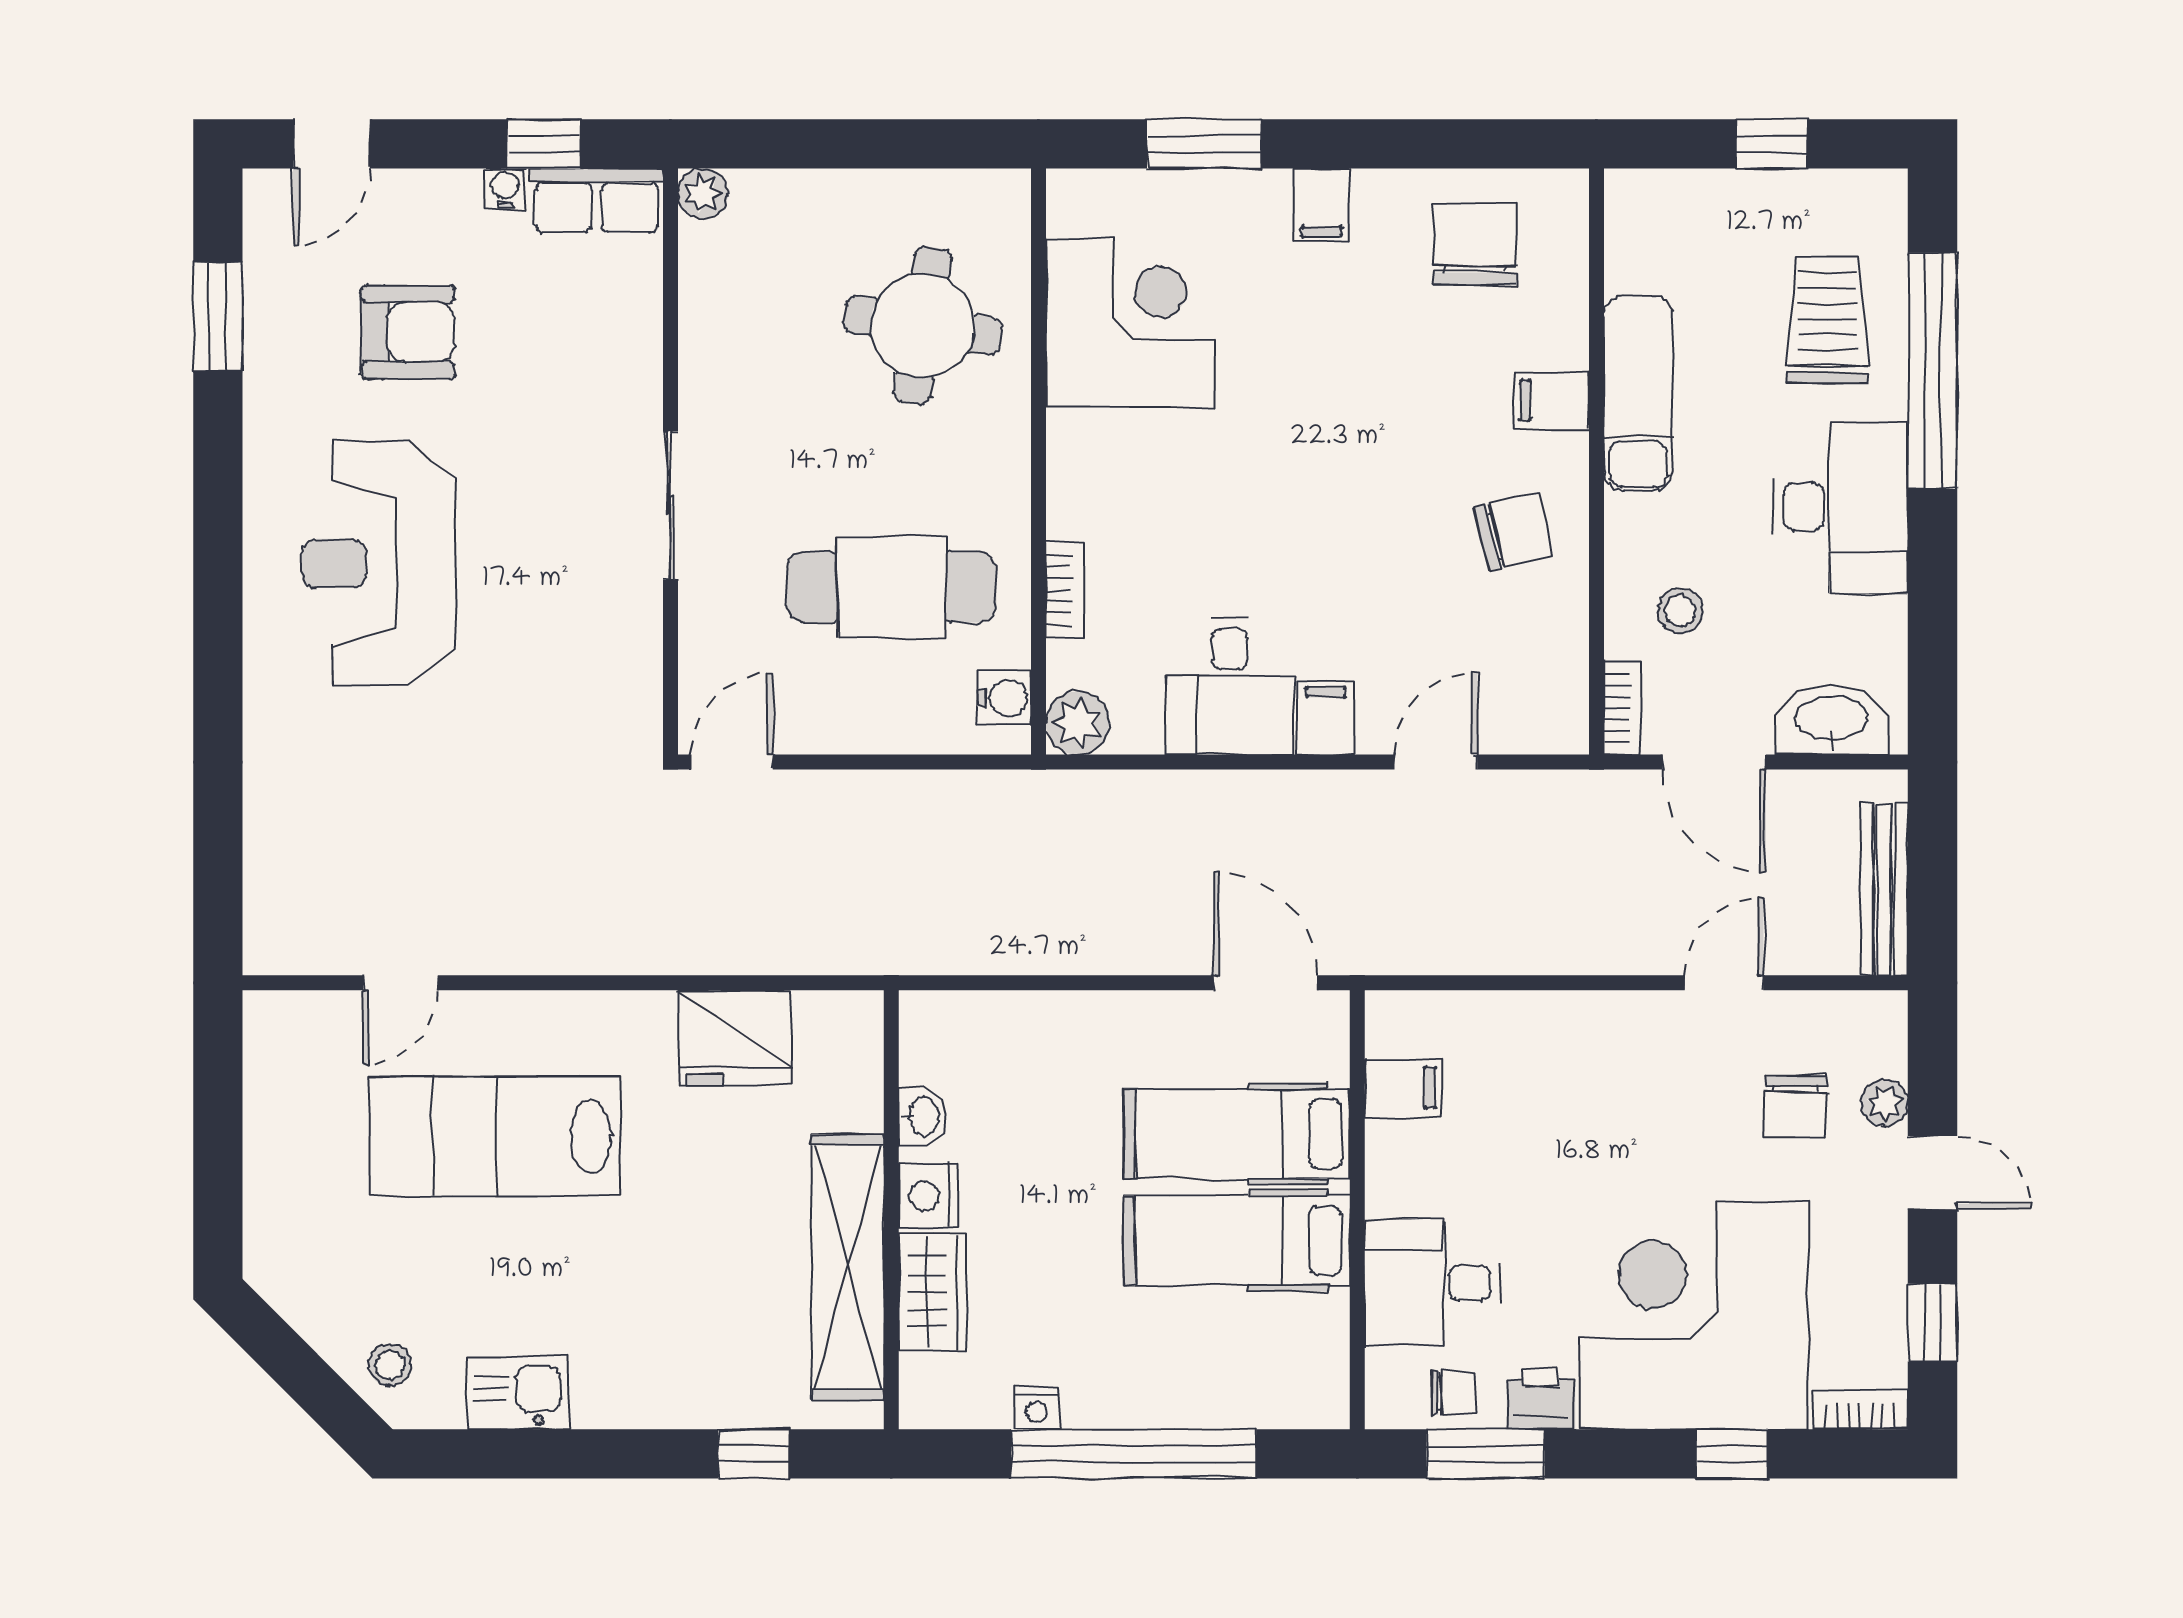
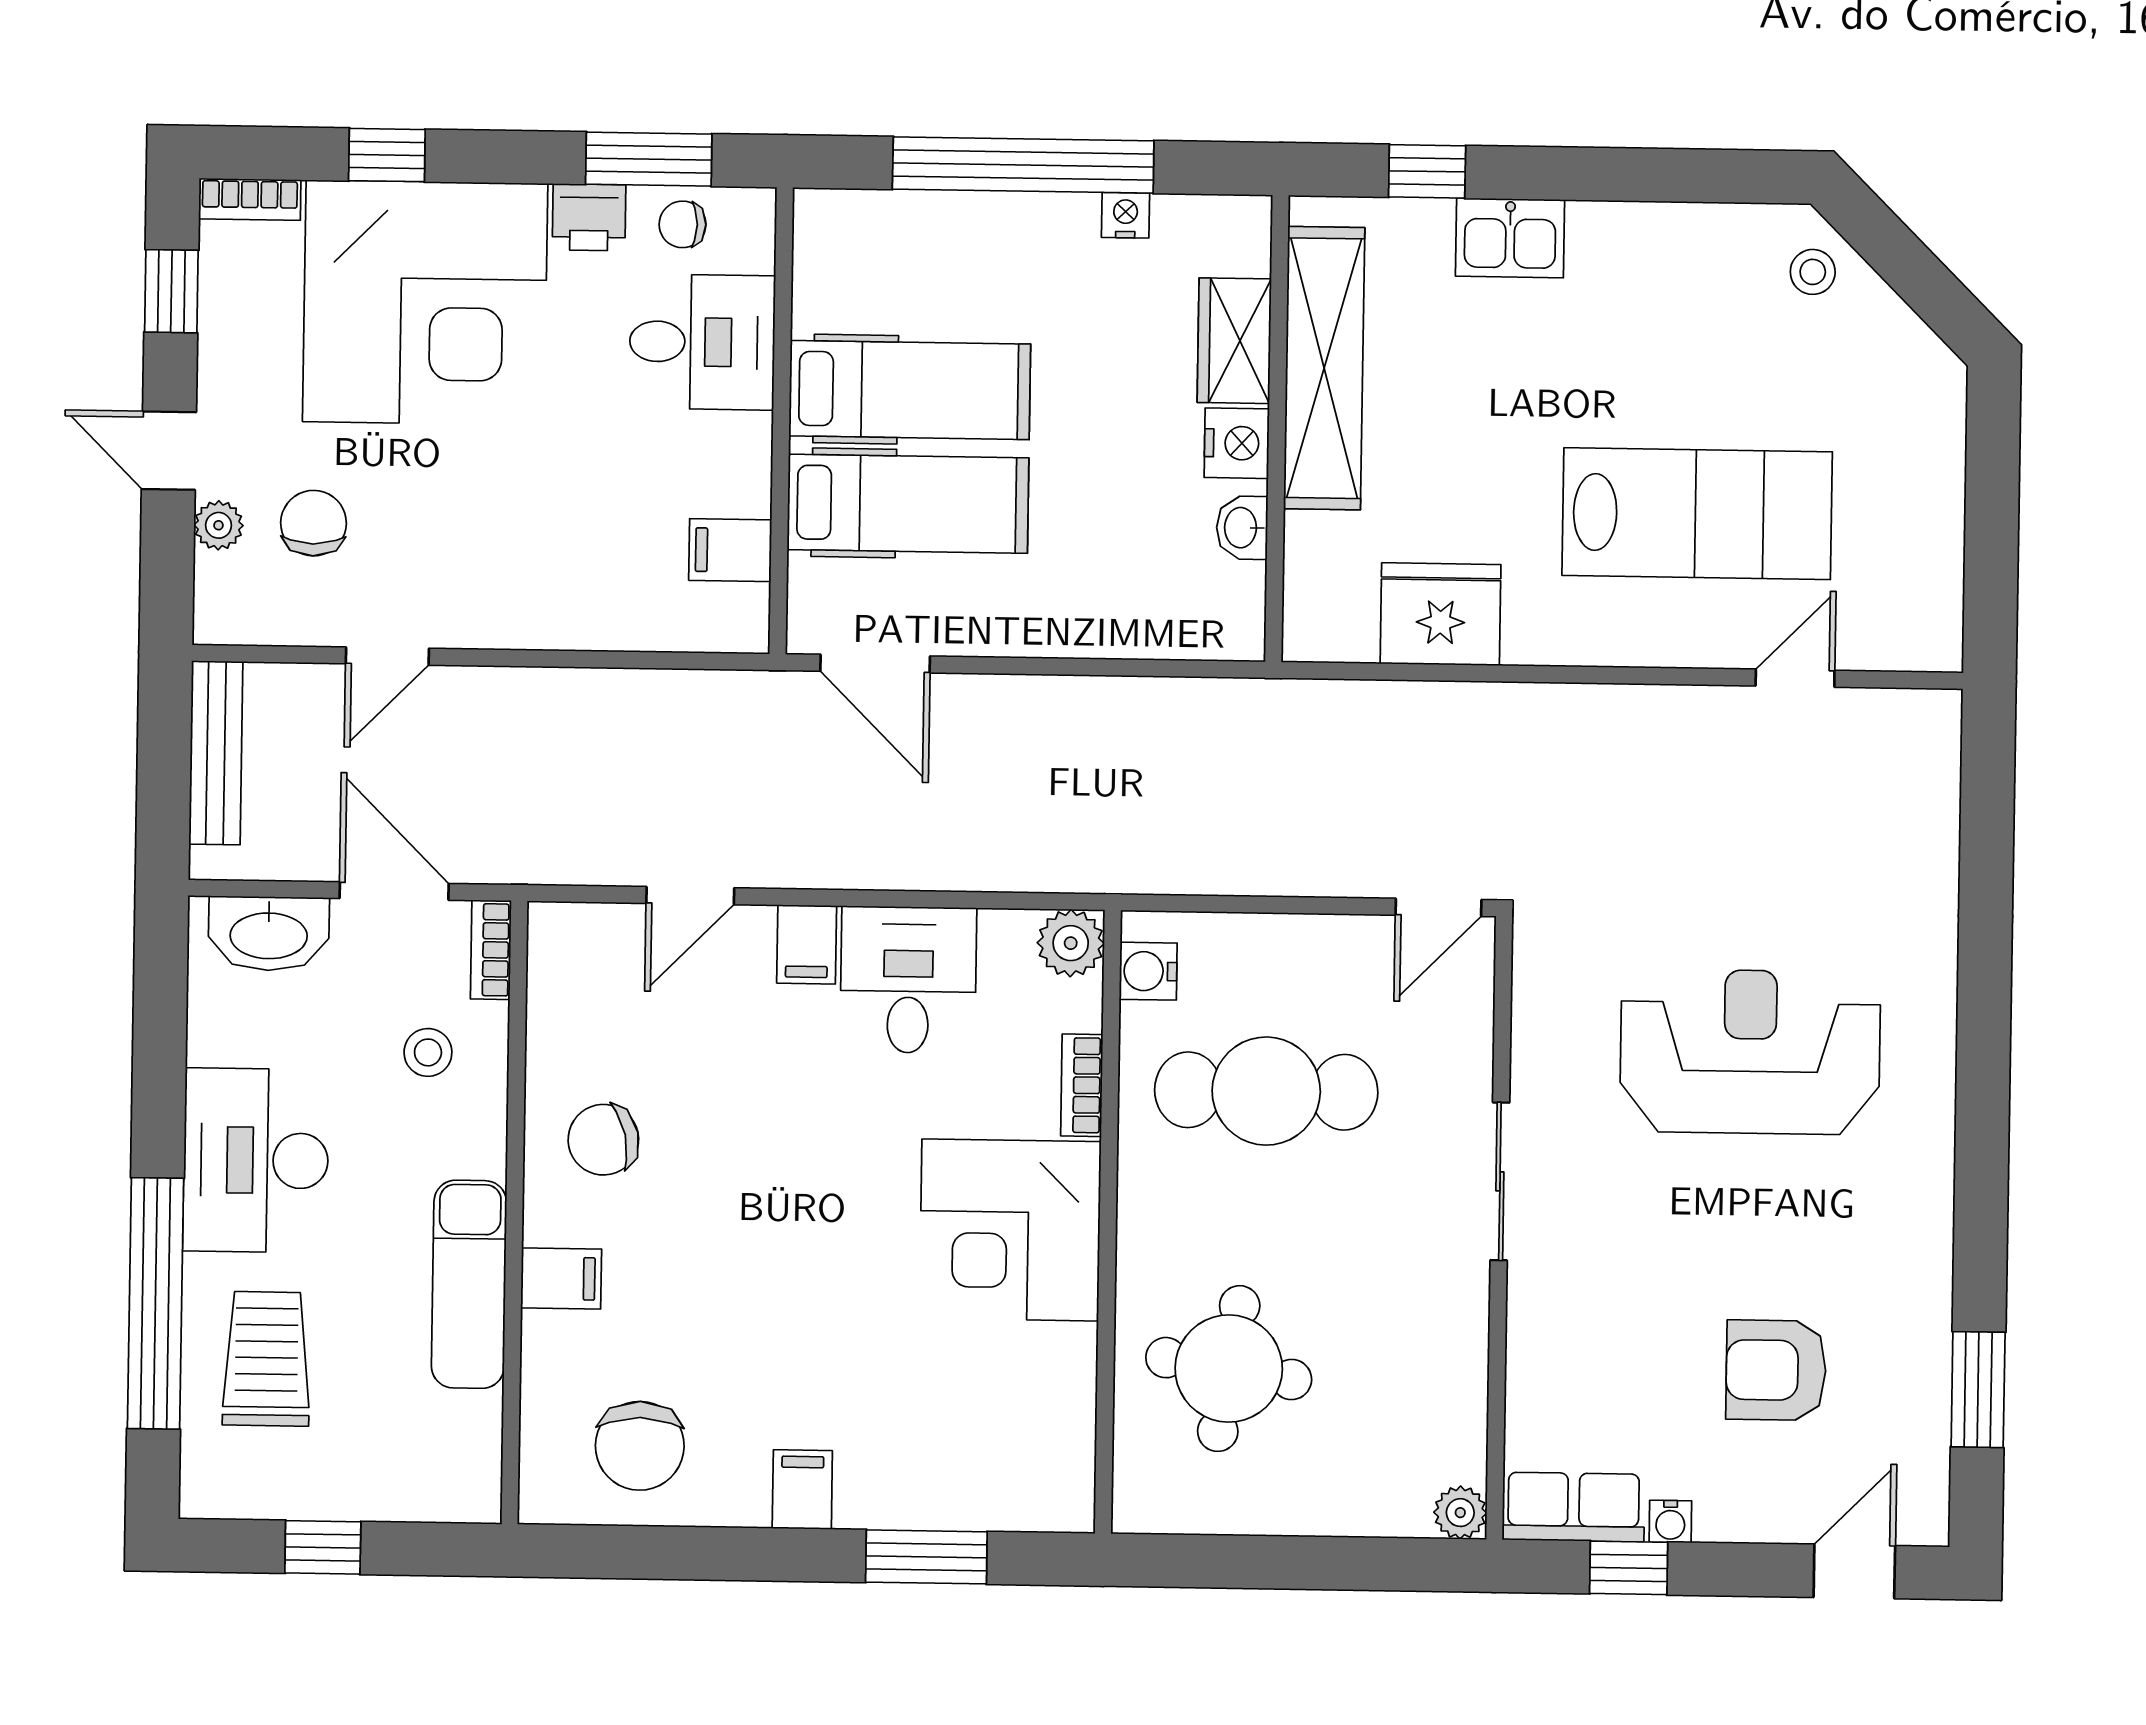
trolley: (1827, 320) -> (266, 1359), turned 180
corner desk: (1130, 322) -> (1010, 1230), moved
reception desk: (378, 563) -> (1750, 1052), moved, turned -90
kitchen sink: (518, 1392) -> (1510, 238), moved

